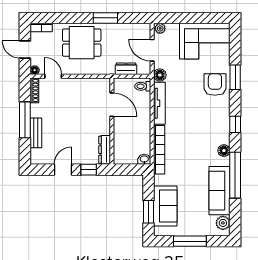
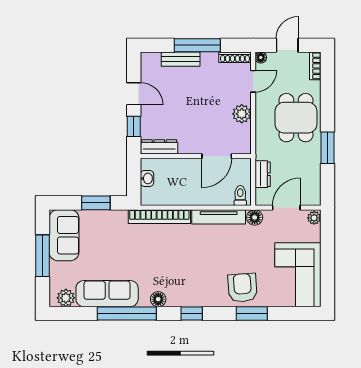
plant: (79, 85) -> (242, 114), added
armchair: (215, 85) -> (242, 288), turned -94
washbasin: (144, 159) -> (147, 178), moved
sofa: (165, 206) -> (64, 235), moved, turned -90
window: (148, 212) -> (96, 203), moved

